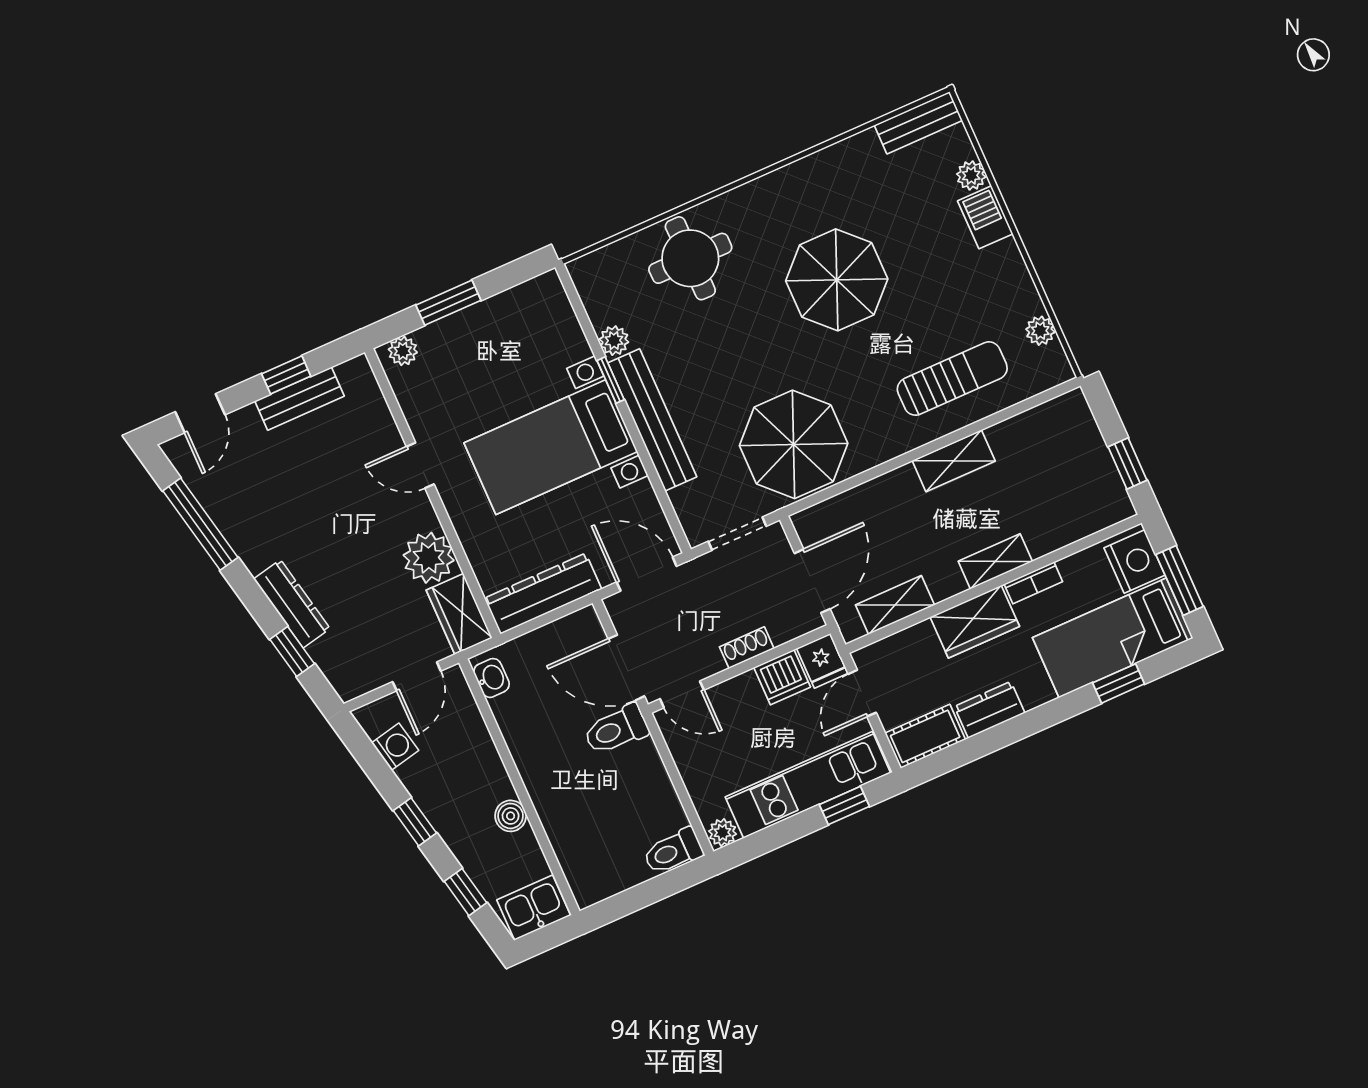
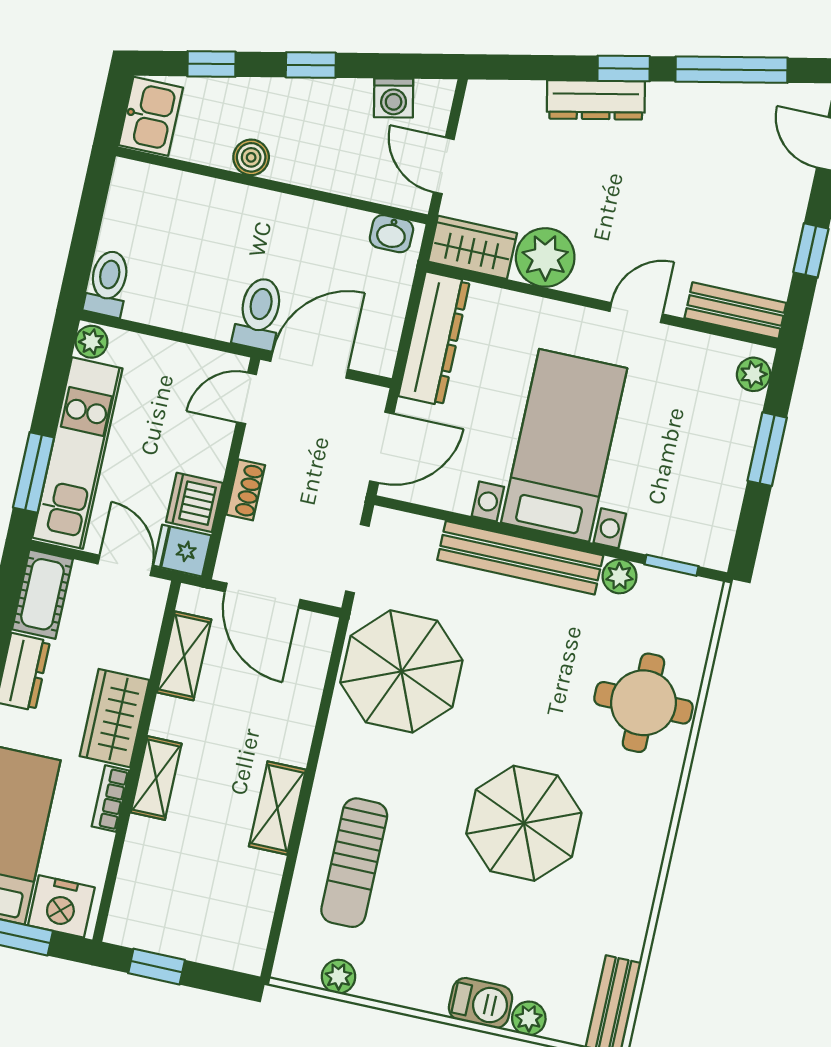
window: (611, 380) -> (671, 565), moved
bench: (299, 399) -> (735, 310), moved, turned 90
window: (292, 651) -> (624, 68), moved
window: (844, 806) -> (34, 472), width x1.50

